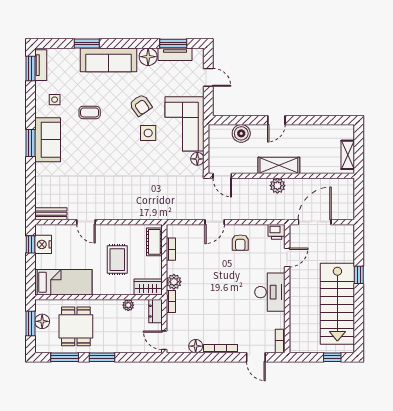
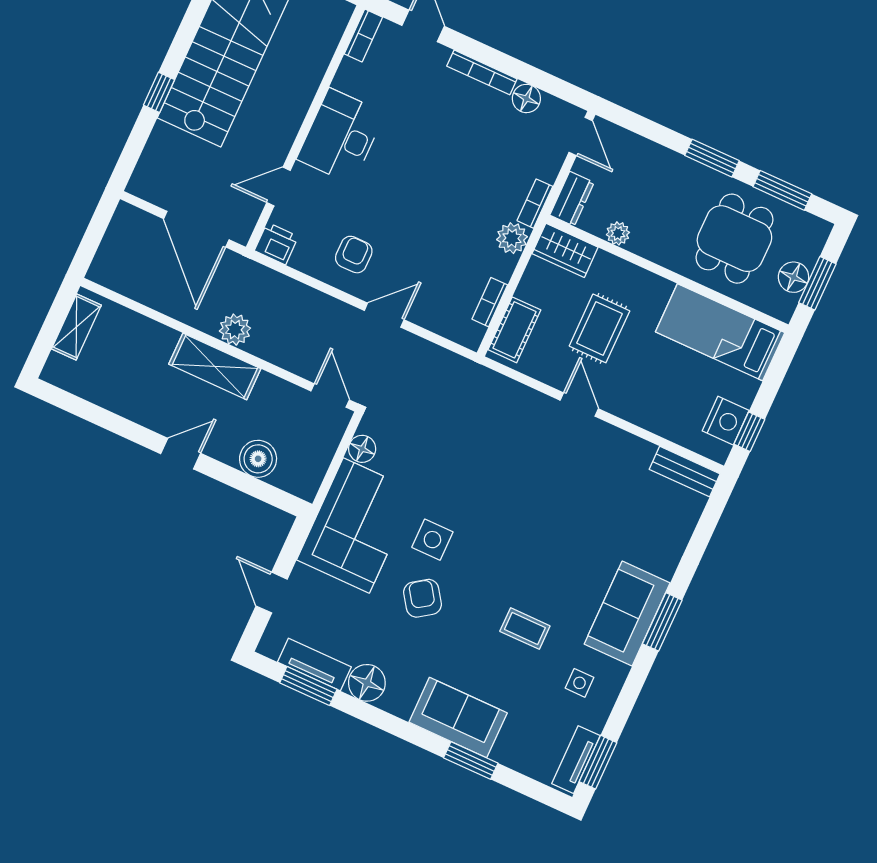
sofa: (109, 60) -> (458, 718), width x0.73
door: (86, 222) -> (579, 404), moved
door: (315, 222) -> (196, 229), hinge flipped

